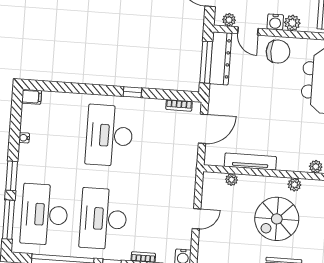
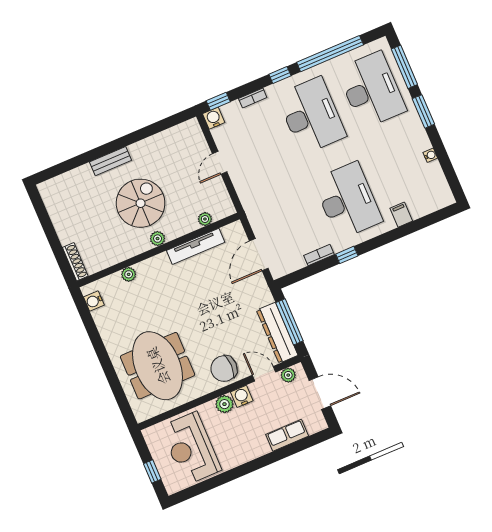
filing cabinet: (32, 97) -> (401, 215), moved, turned 90
bookcase: (179, 105) -> (319, 255), moved
plant: (294, 185) -> (158, 239), moved

